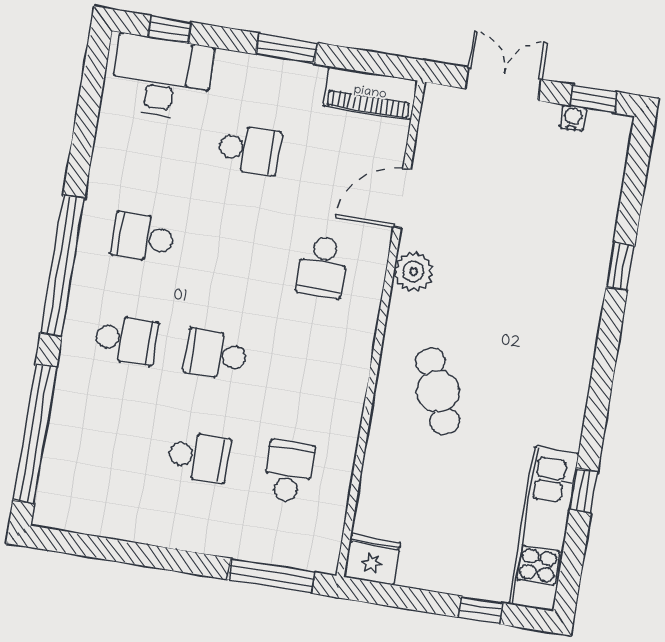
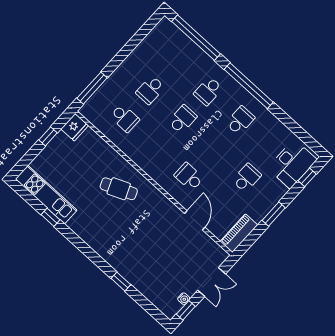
school desk: (249, 150) -> (247, 178), turned 180
plant: (413, 271) -> (166, 208), removed
window: (480, 610) -> (48, 136), moved

